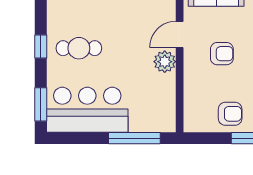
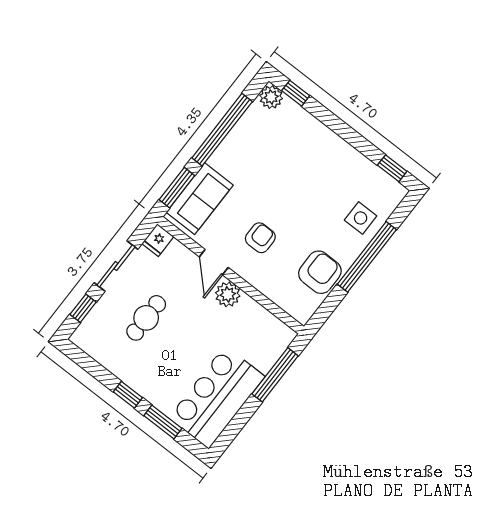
cafe table: (79, 48) -> (146, 318), moved
window: (41, 104) -> (163, 422), moved
armchair: (230, 114) -> (320, 272), width x1.38, depth x1.38

